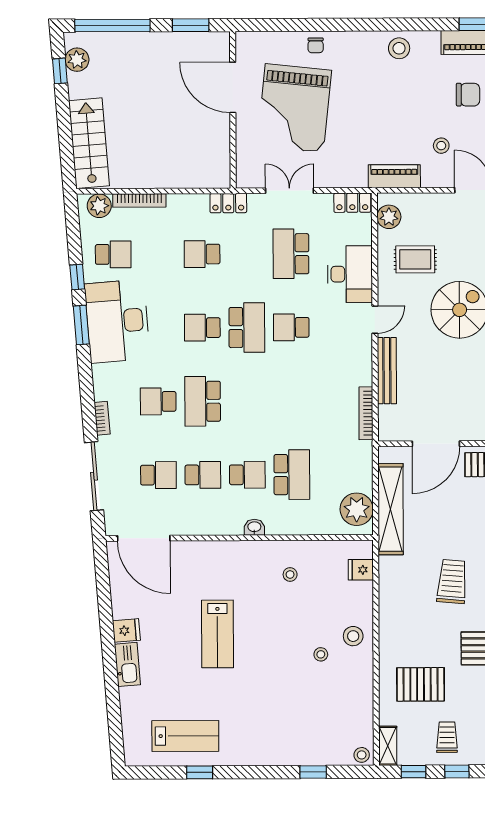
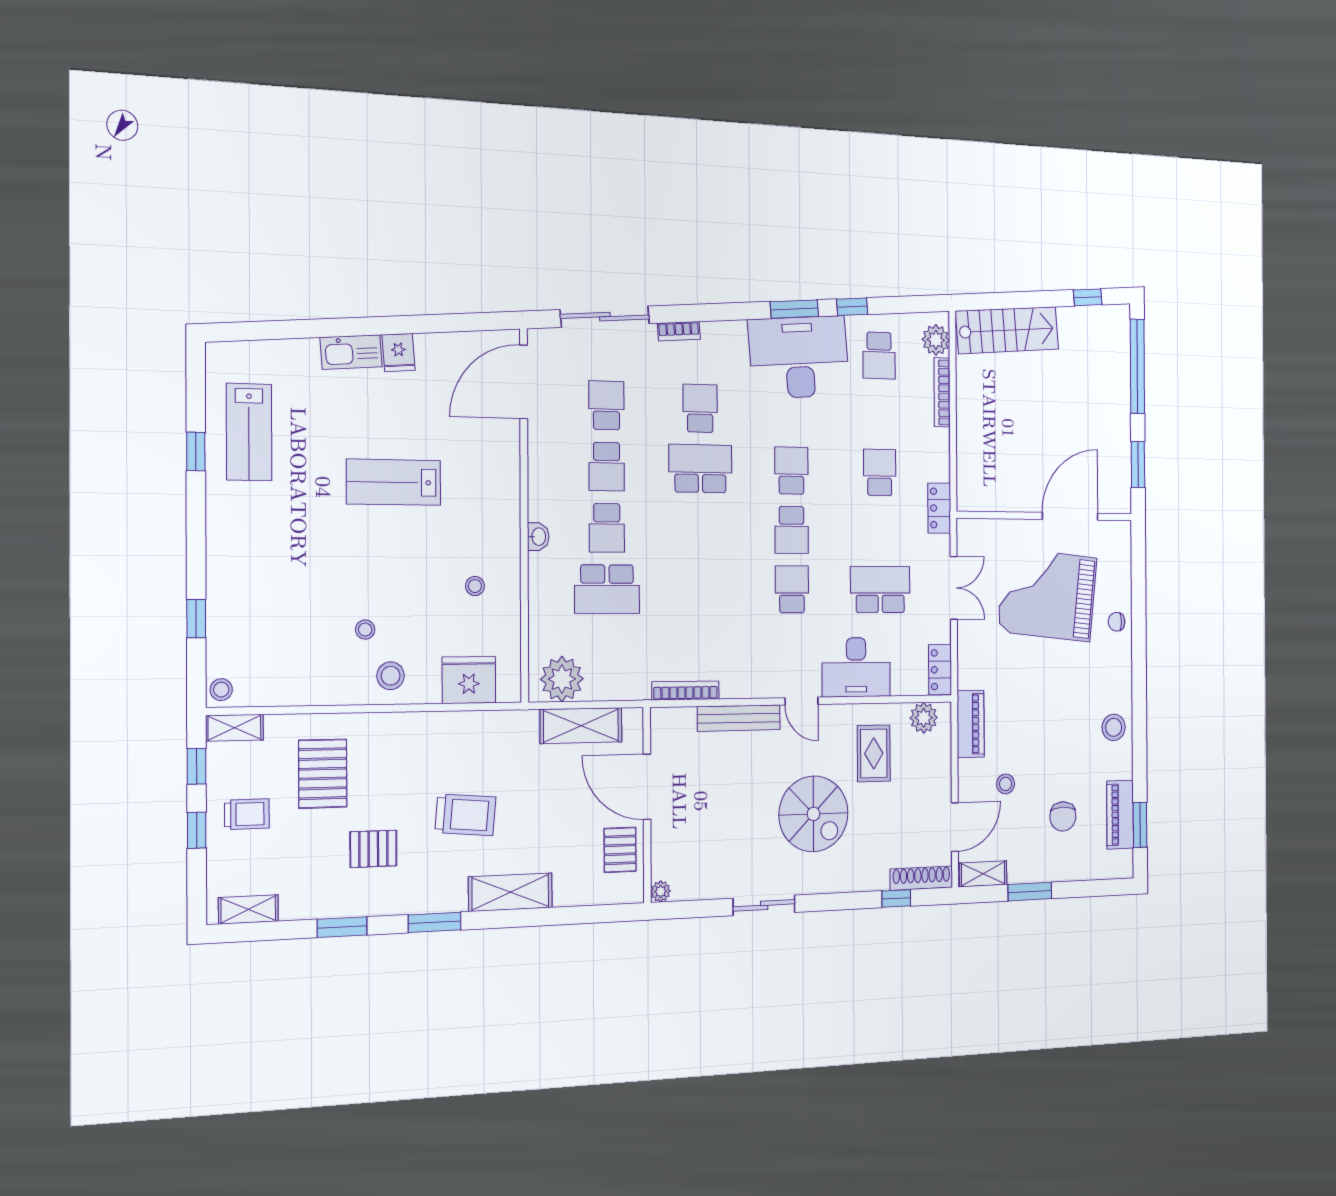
plant: (77, 60) -> (1100, 320), removed
school desk: (247, 328) -> (792, 530), width x0.54
school desk: (158, 475) -> (606, 405), turned 180
shelving: (390, 509) -> (581, 726), width x0.68
fridge: (361, 570) -> (469, 680), width x1.88, depth x1.34

